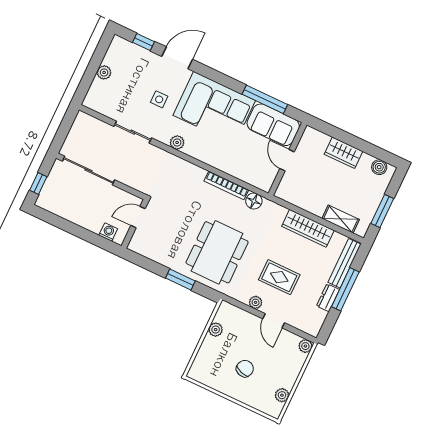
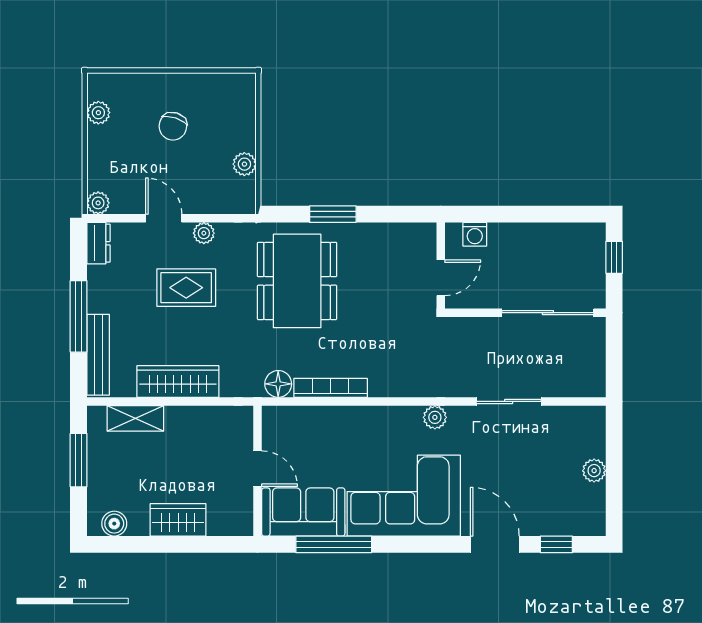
door: (177, 58) -> (495, 544), swing flipped
side table: (159, 99) -> (492, 469), removed
dresser: (328, 298) -> (99, 243), moved

